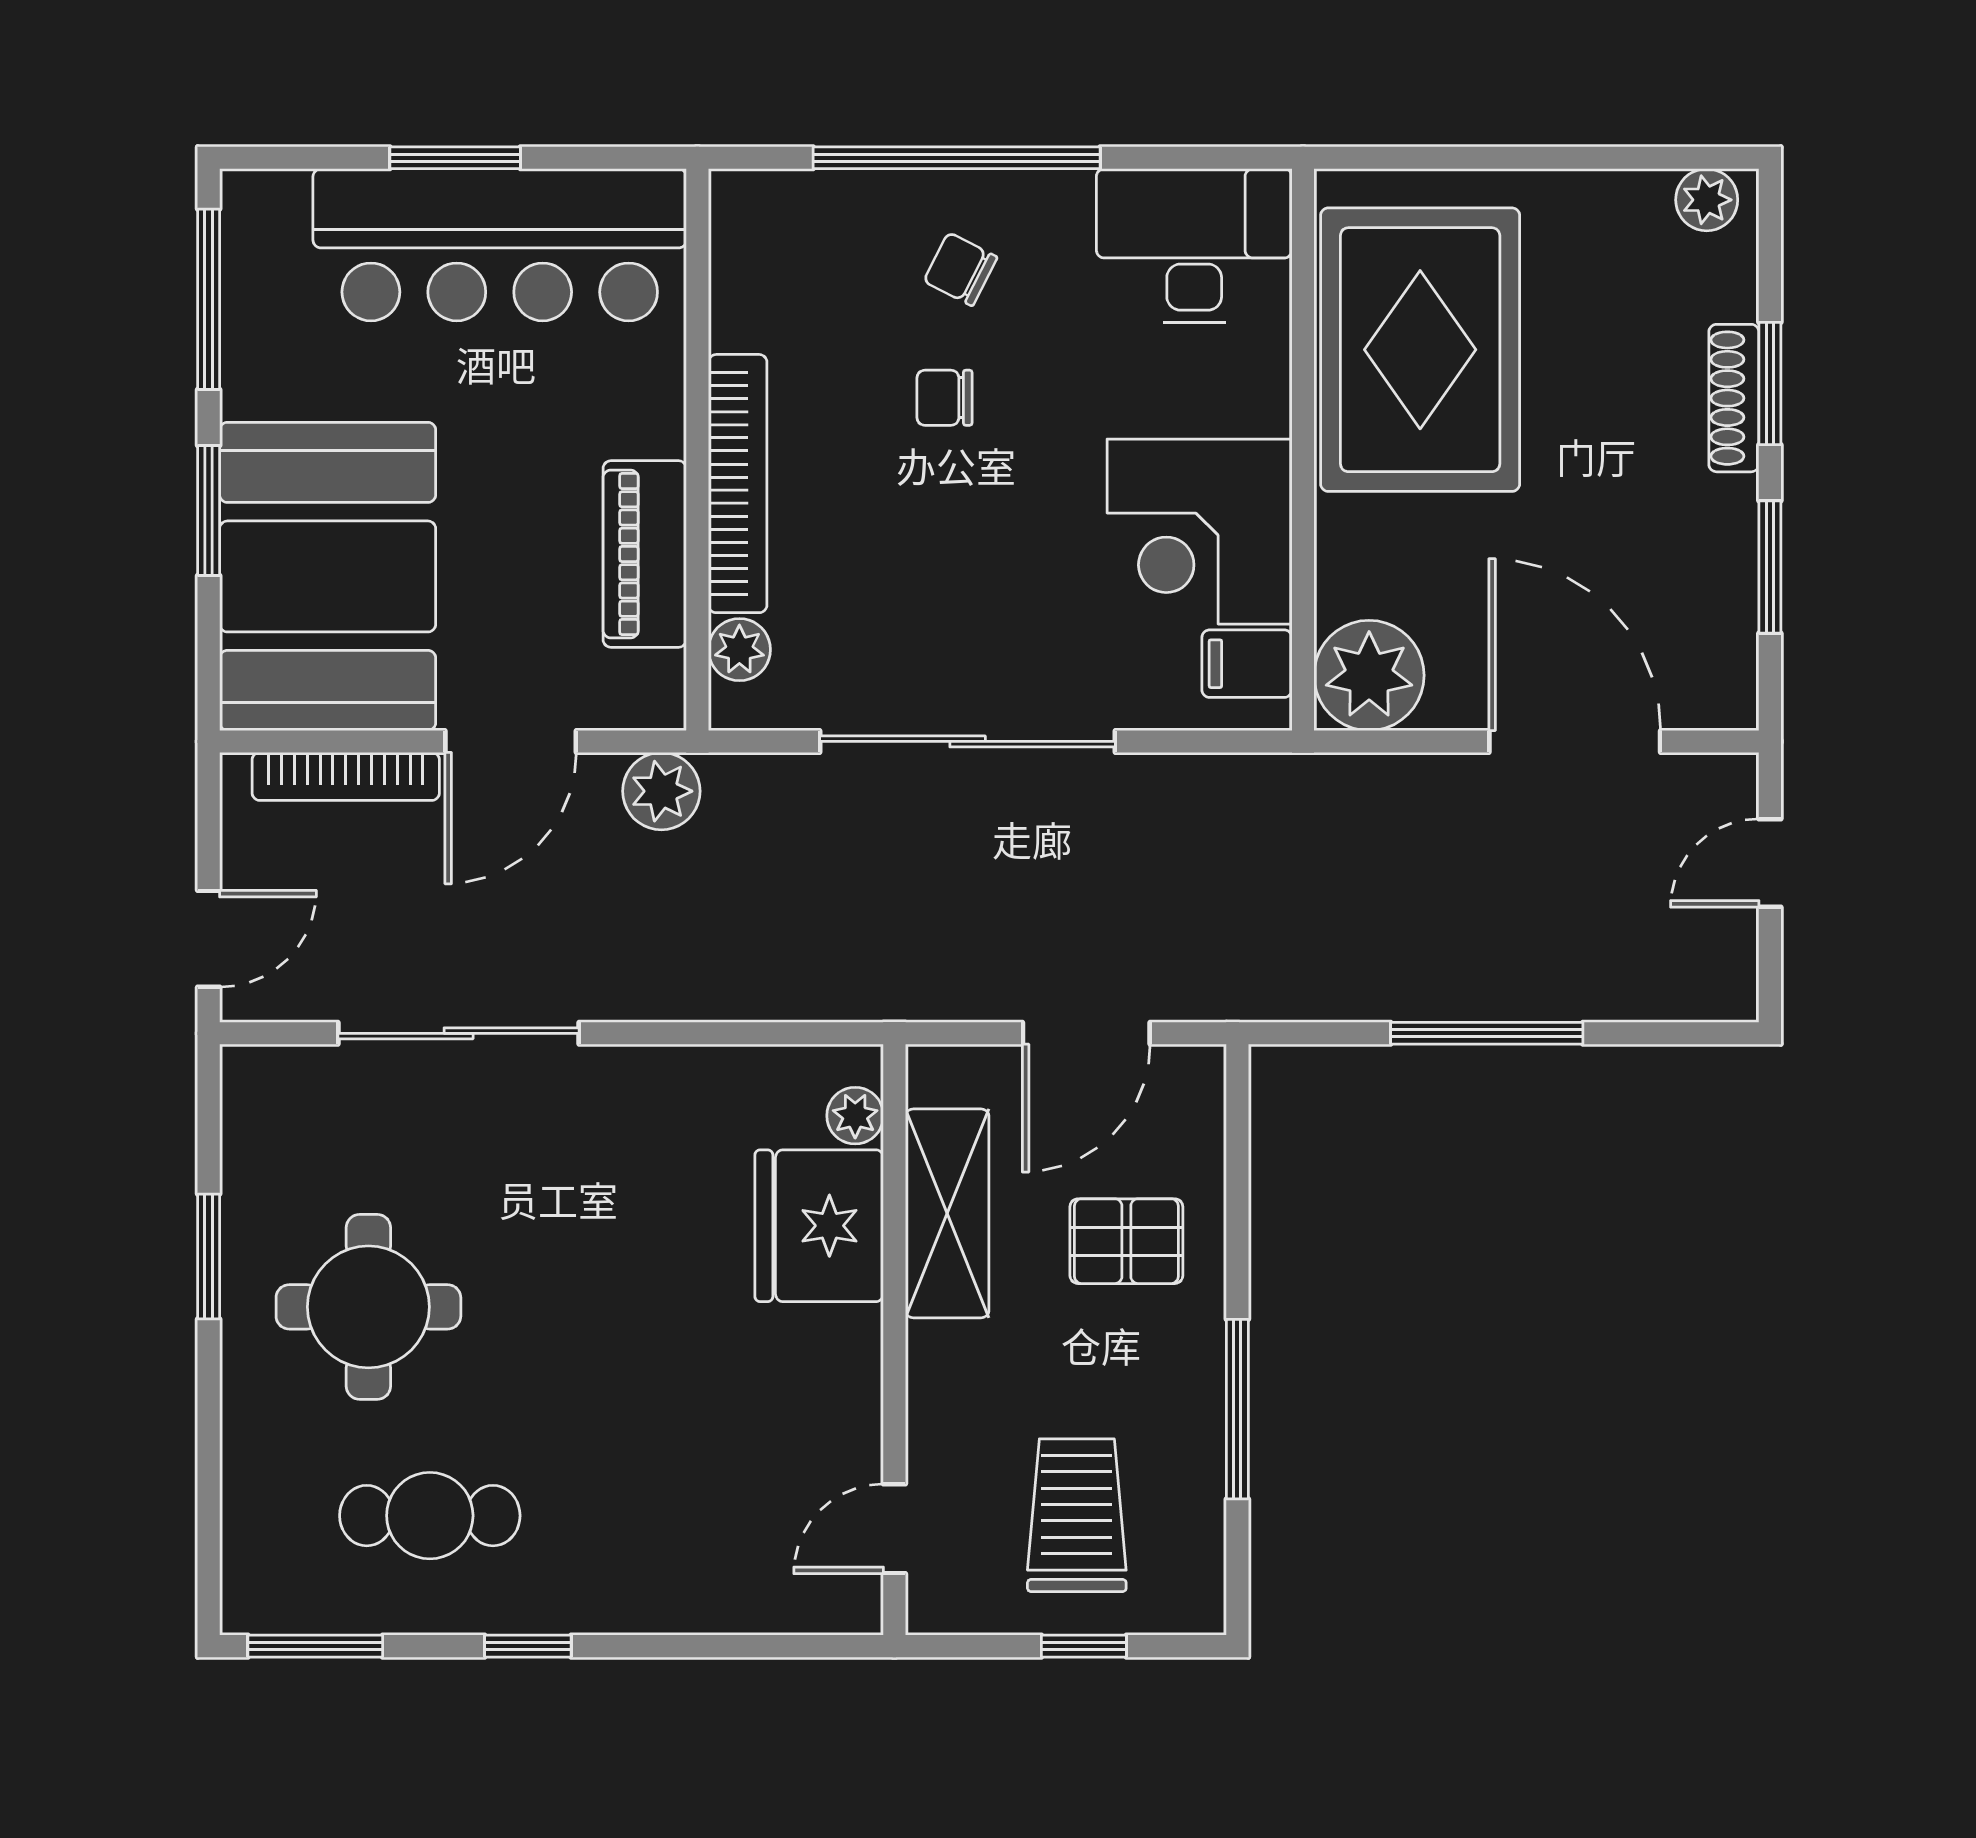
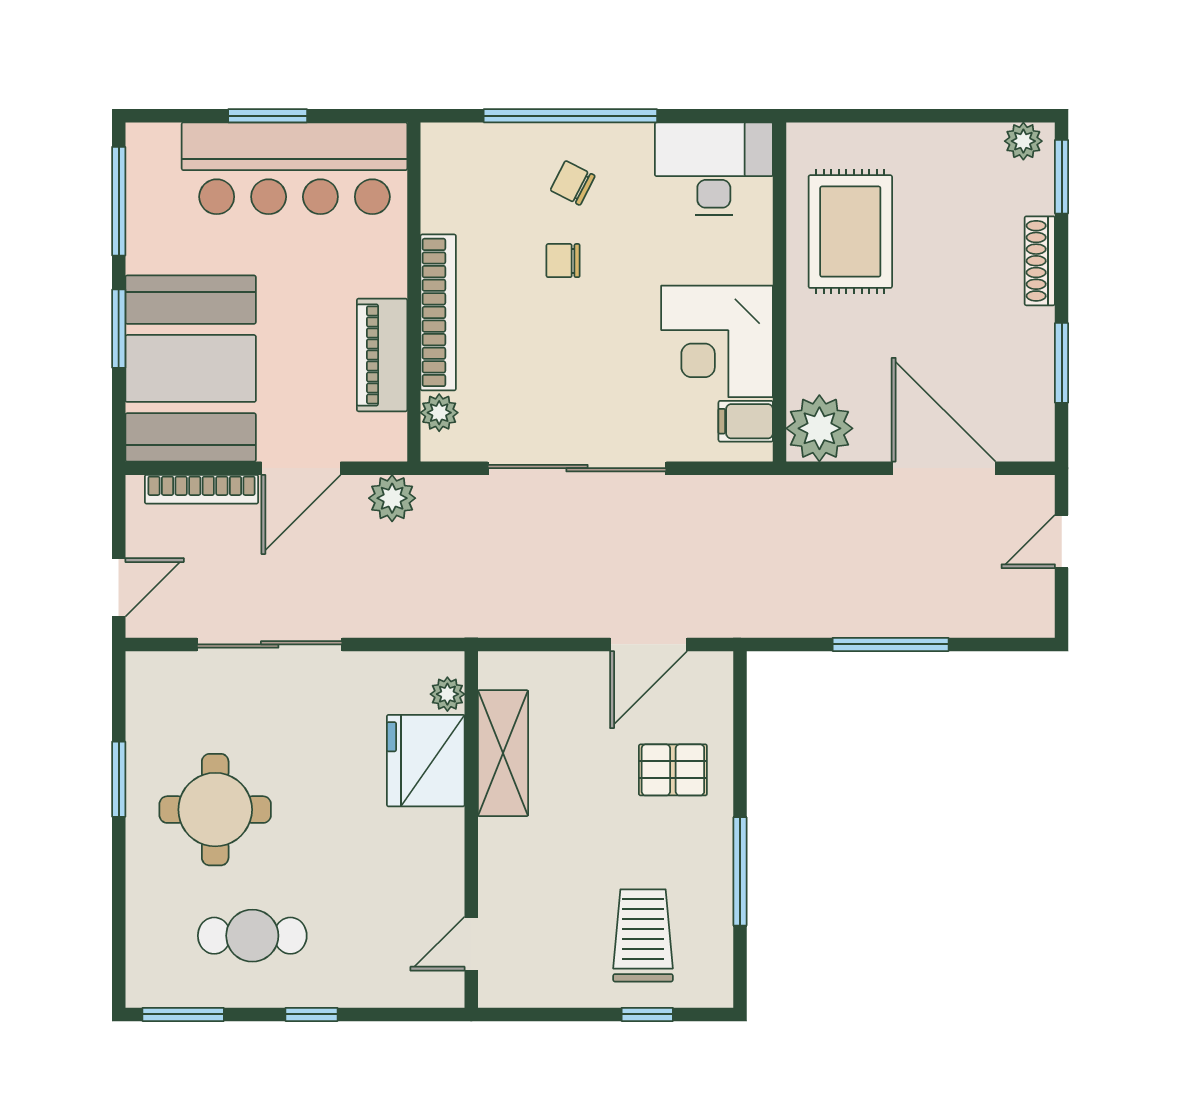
rug: (1420, 350) -> (850, 232), width x0.73, depth x0.69
window: (1770, 383) -> (1062, 177), moved
plant: (855, 1116) -> (447, 694), moved
shelving: (947, 1213) -> (503, 753), moved
fridge: (819, 1226) -> (426, 761), moved
wall: (894, 1340) -> (471, 829), moved
door: (894, 1529) -> (471, 944), moved

